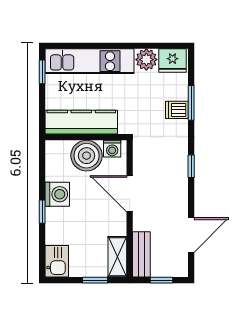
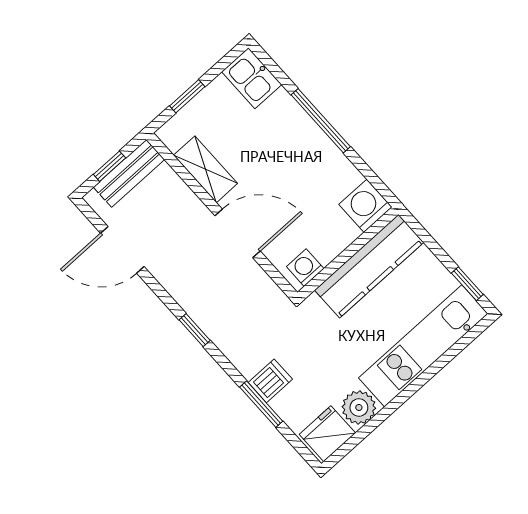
boiler: (87, 156) -> (328, 233), removed
washing machine: (57, 194) -> (365, 206), moved, turned 90
window: (42, 212) -> (321, 121), width x2.17
door: (191, 235) -> (122, 250), hinge flipped
bench: (141, 254) -> (129, 173), moved, turned 90
shelving: (117, 257) -> (206, 169), moved

